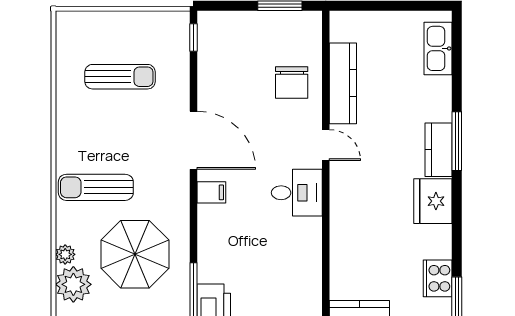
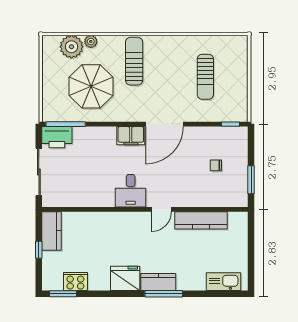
chair: (292, 82) -> (216, 165), moved, width x0.54, depth x0.54
filing cabinet: (211, 192) -> (131, 136), width x2.00

